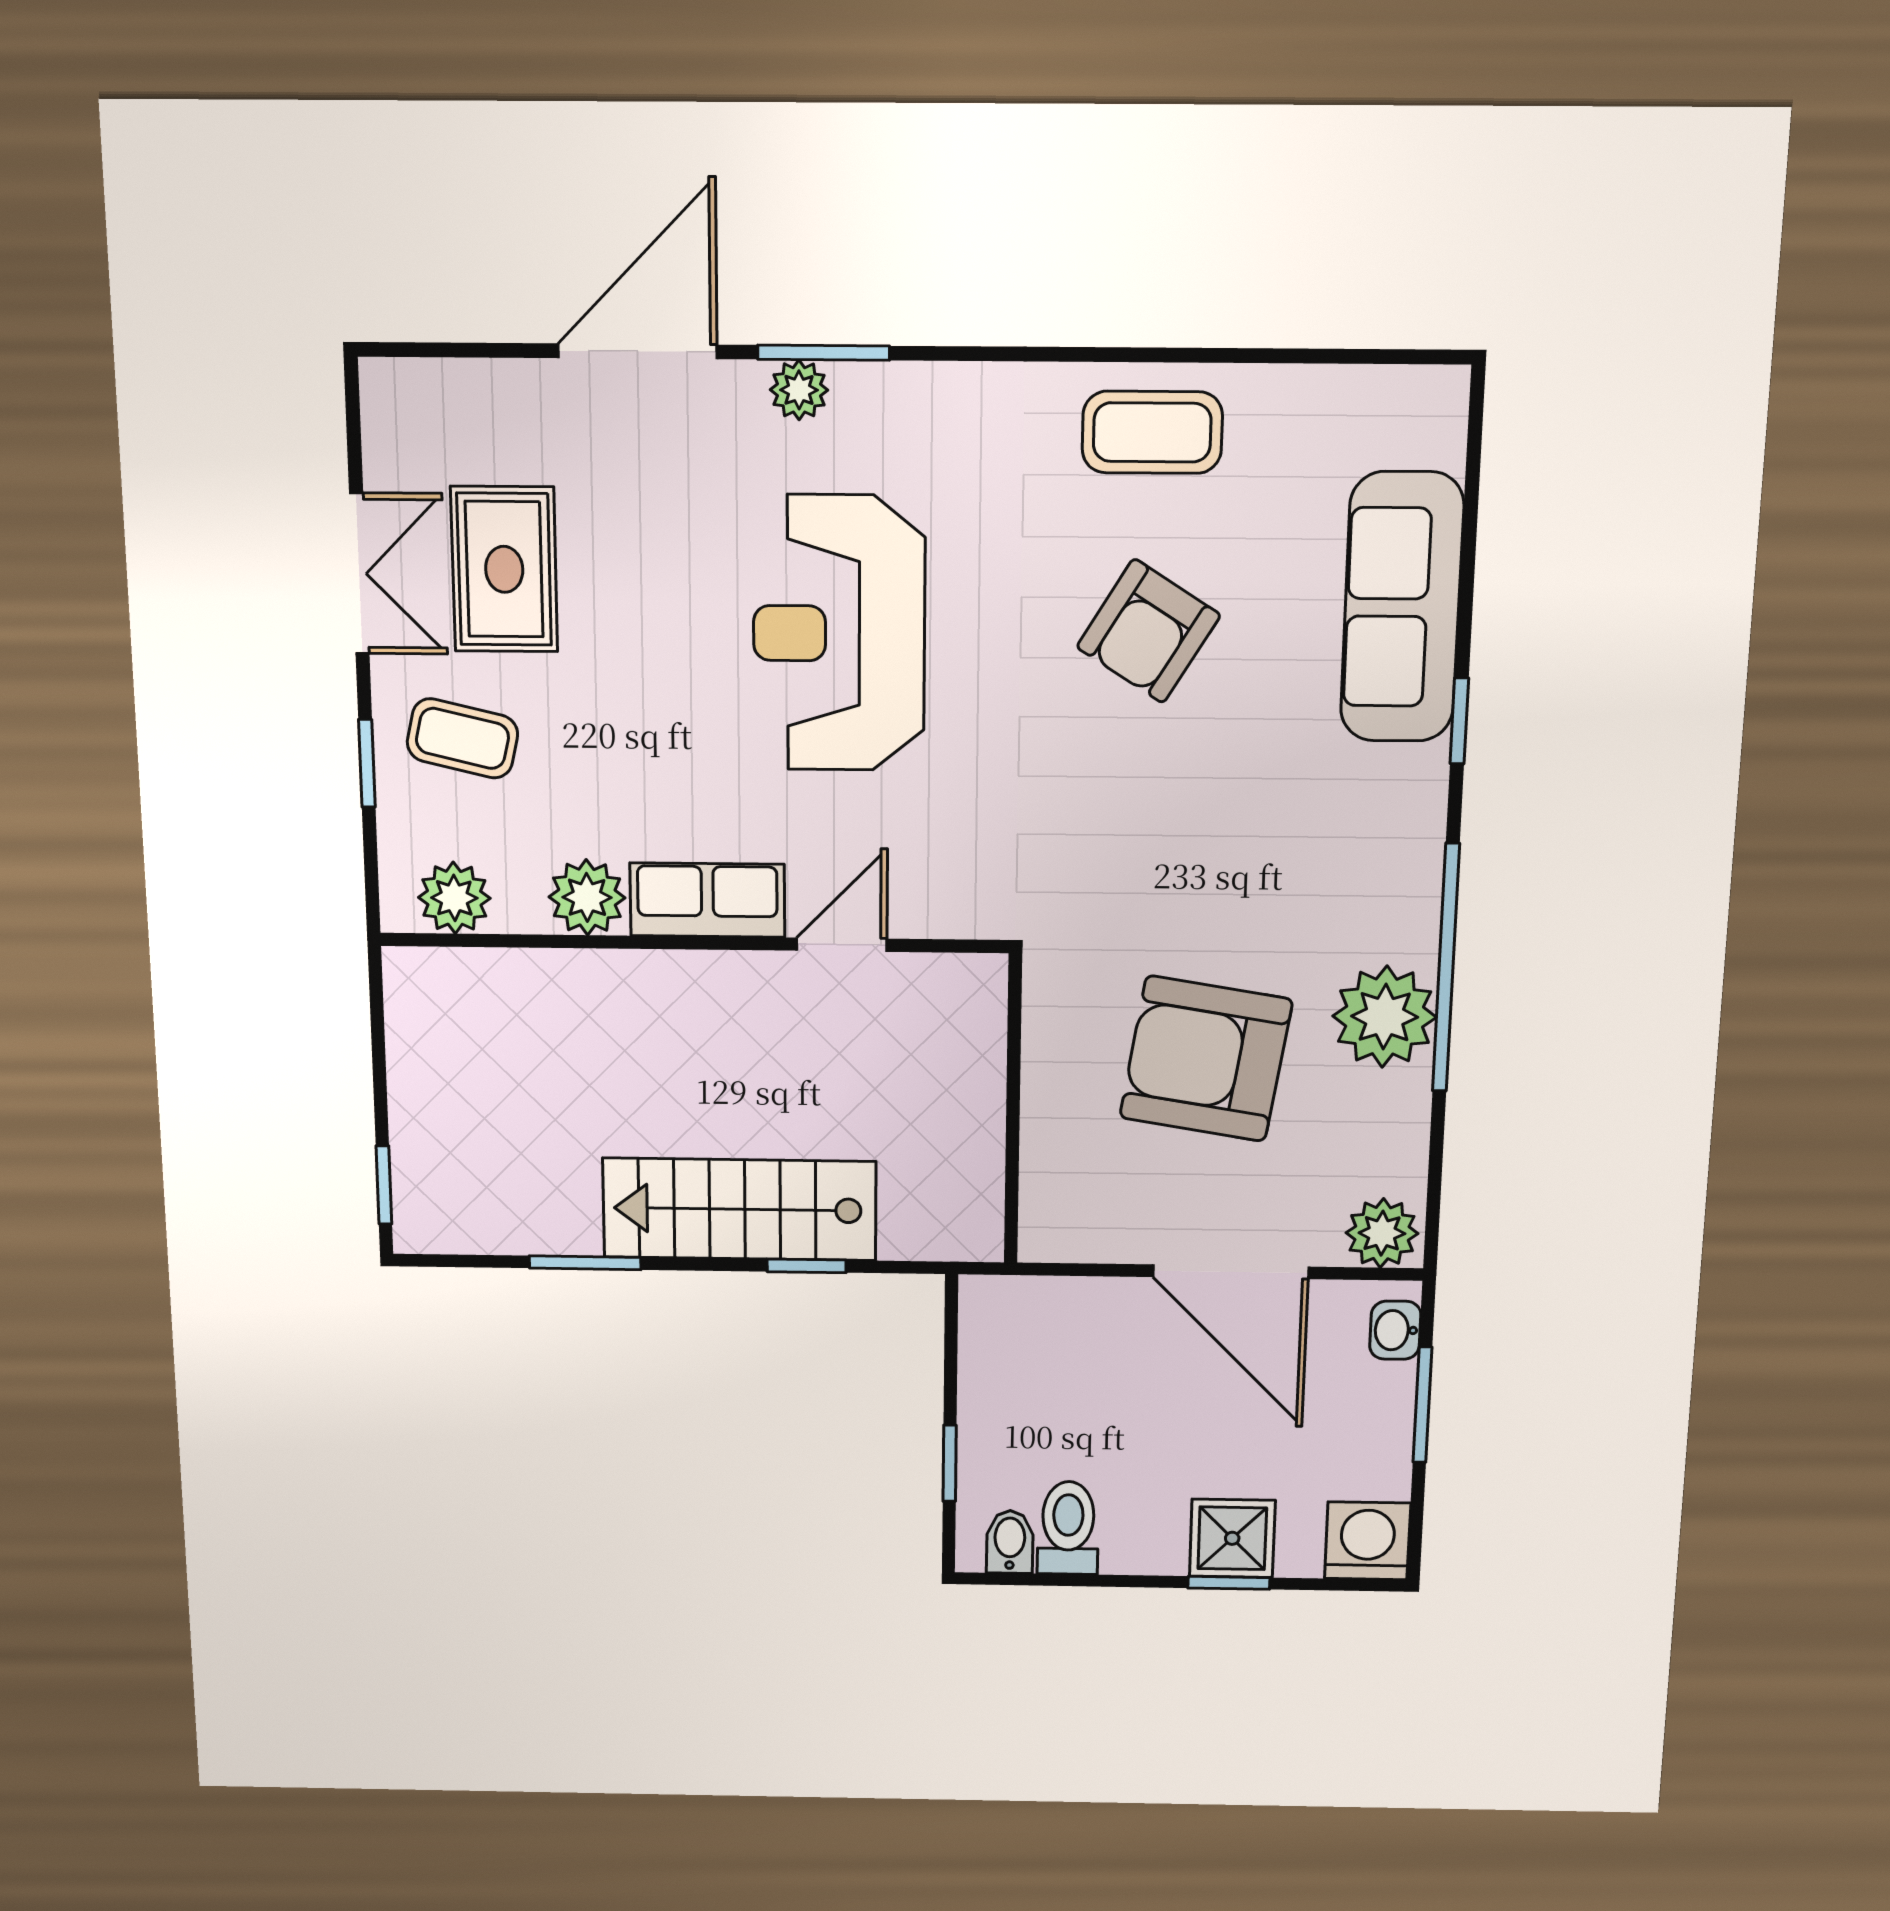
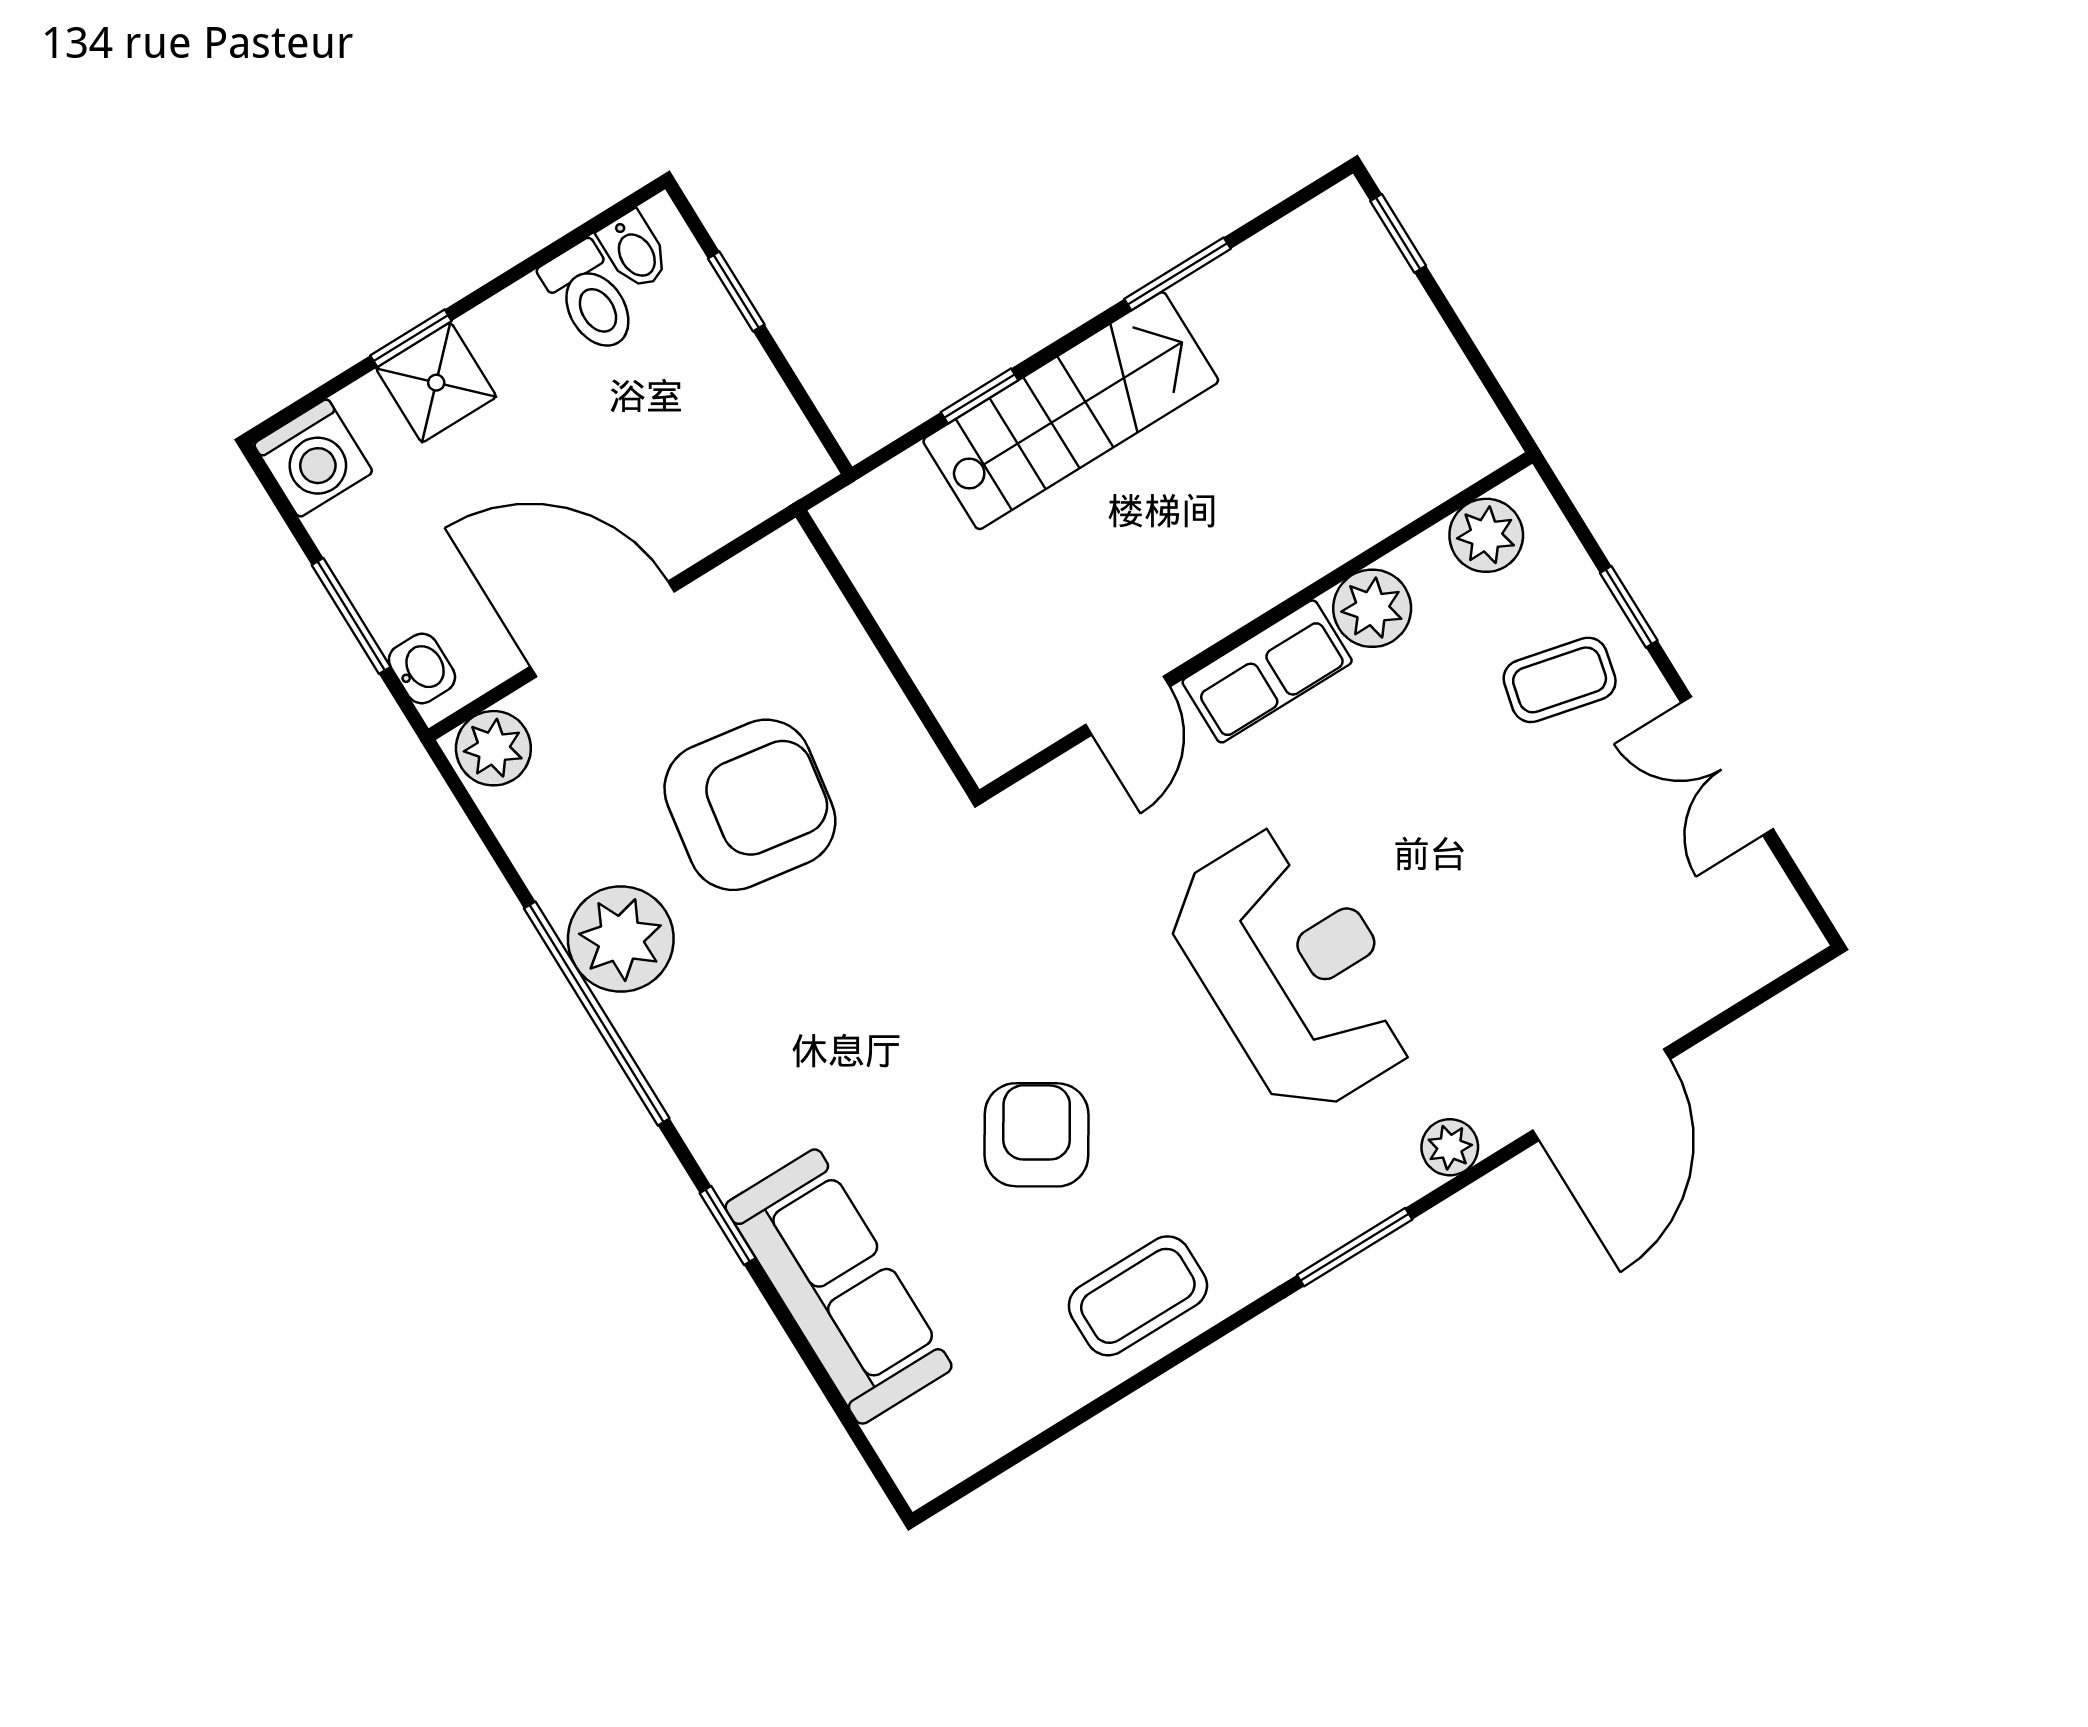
window: (824, 353) -> (1355, 1247), moved
rug: (504, 569) -> (1607, 846), removed

